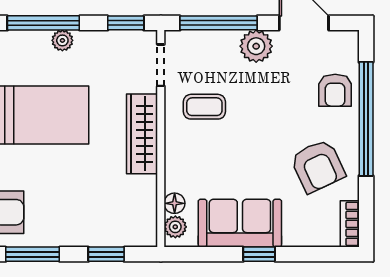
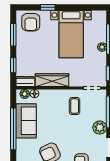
wardrobe: (142, 134) -> (52, 80), moved
dresser: (145, 225) -> (25, 81), added
window: (259, 254) -> (13, 129), width x3.17

